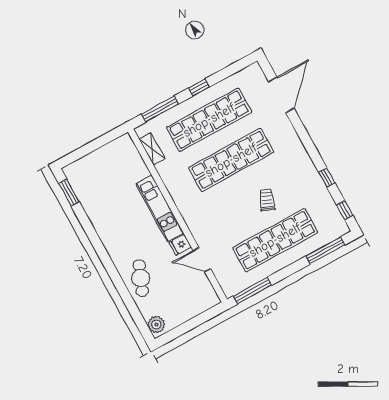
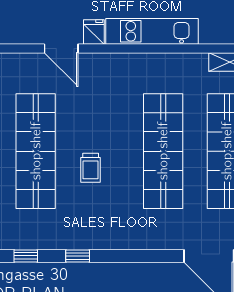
trolley: (267, 200) -> (91, 168), turned 68
door: (202, 260) -> (61, 48), swing flipped

